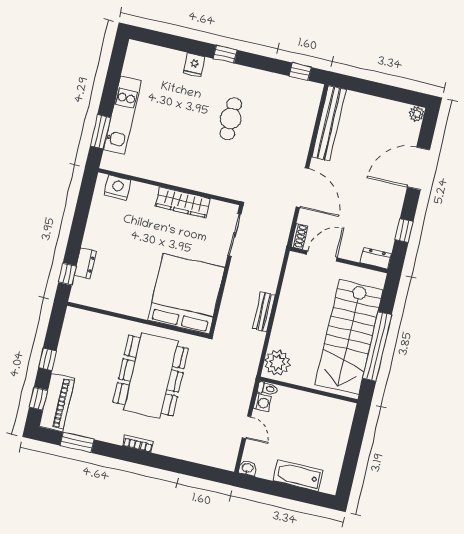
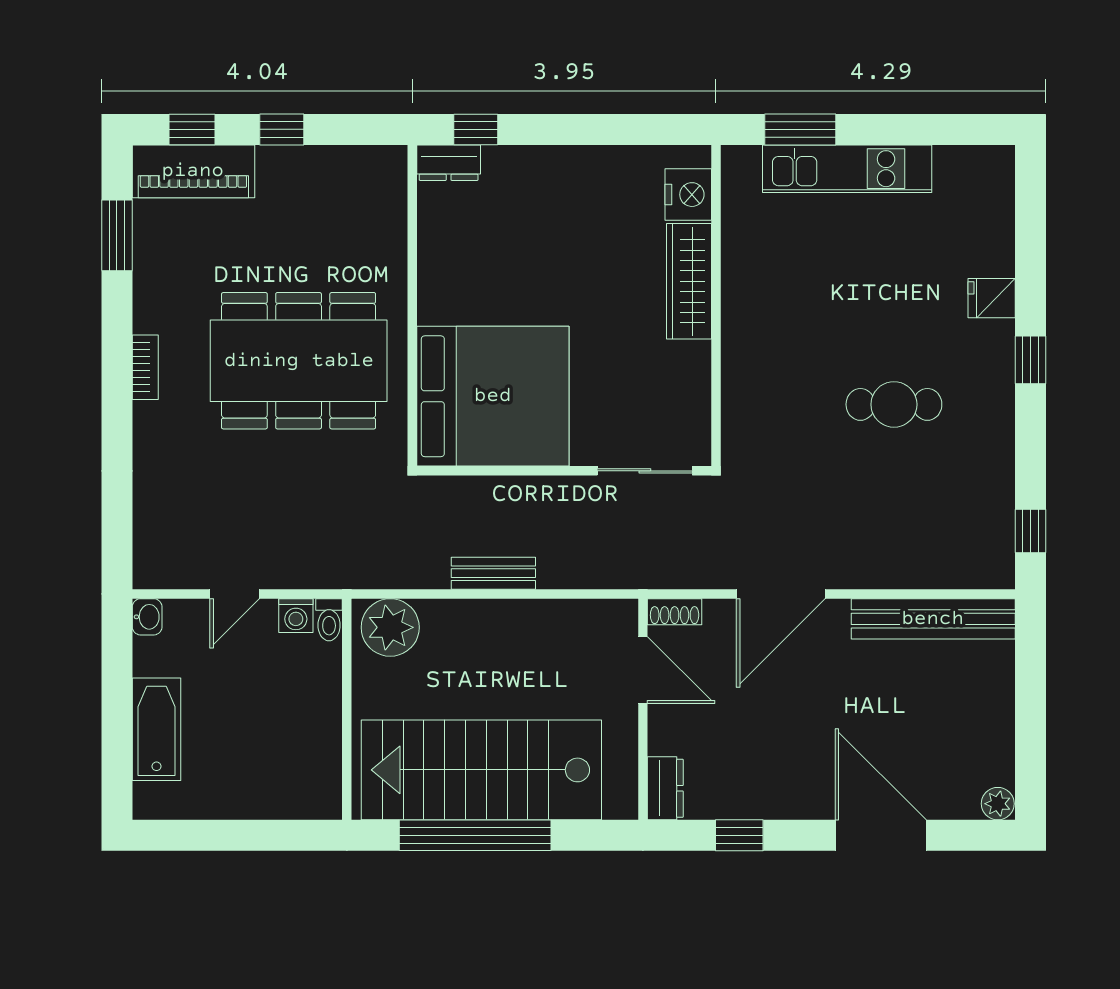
wardrobe: (183, 202) -> (689, 281), moved
dresser: (85, 263) -> (449, 163), moved

